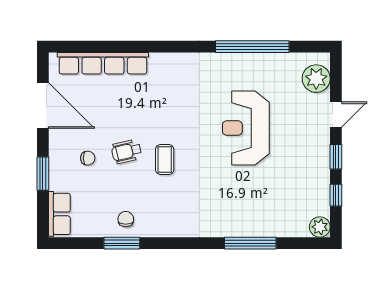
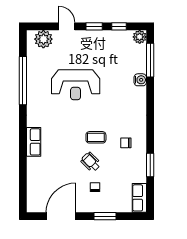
row of seats: (103, 63) -> (34, 142), moved, width x0.50
wheelchair: (127, 152) -> (91, 162), turned 148
row of seats: (59, 214) -> (139, 198), moved, turned -90
chair: (126, 219) -> (126, 143), moved
water cooler: (253, 228) -> (140, 80), added
window: (250, 243) -> (150, 60), moved

